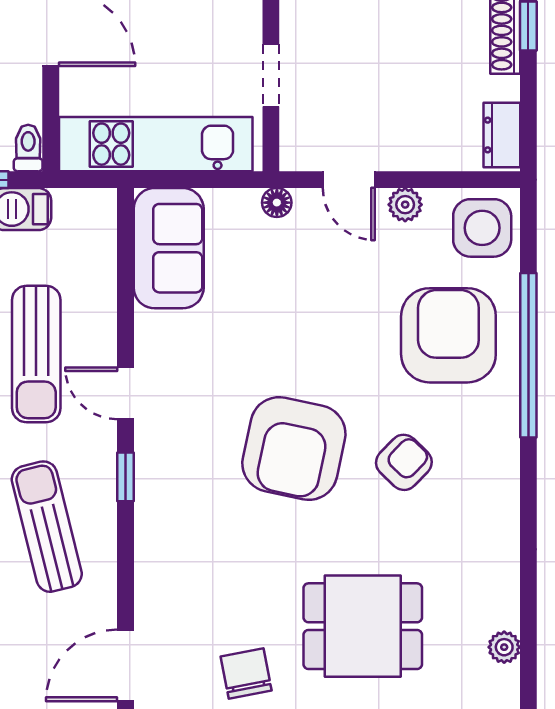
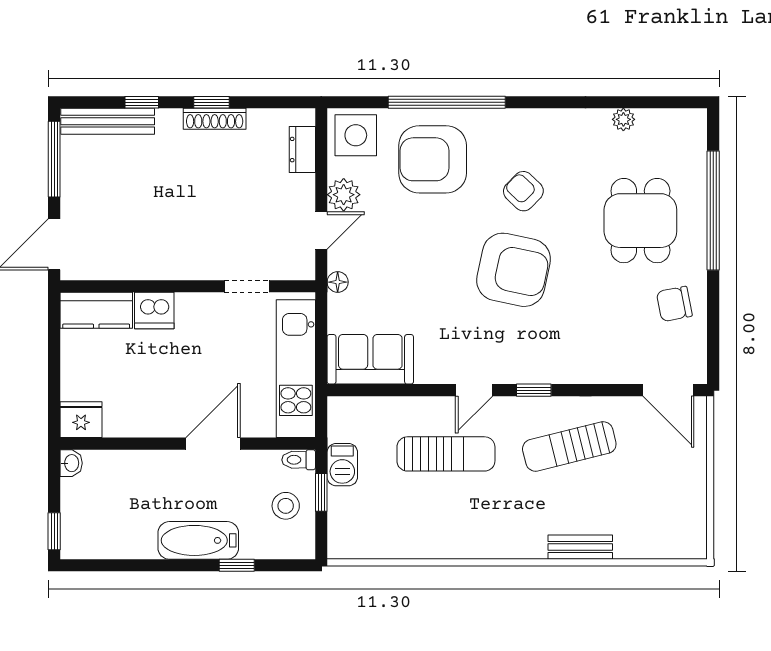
dresser: (502, 135) -> (302, 150), moved, turned 90
plant: (405, 205) -> (344, 195), width x1.38, depth x1.38
plant: (504, 647) -> (623, 119), moved

